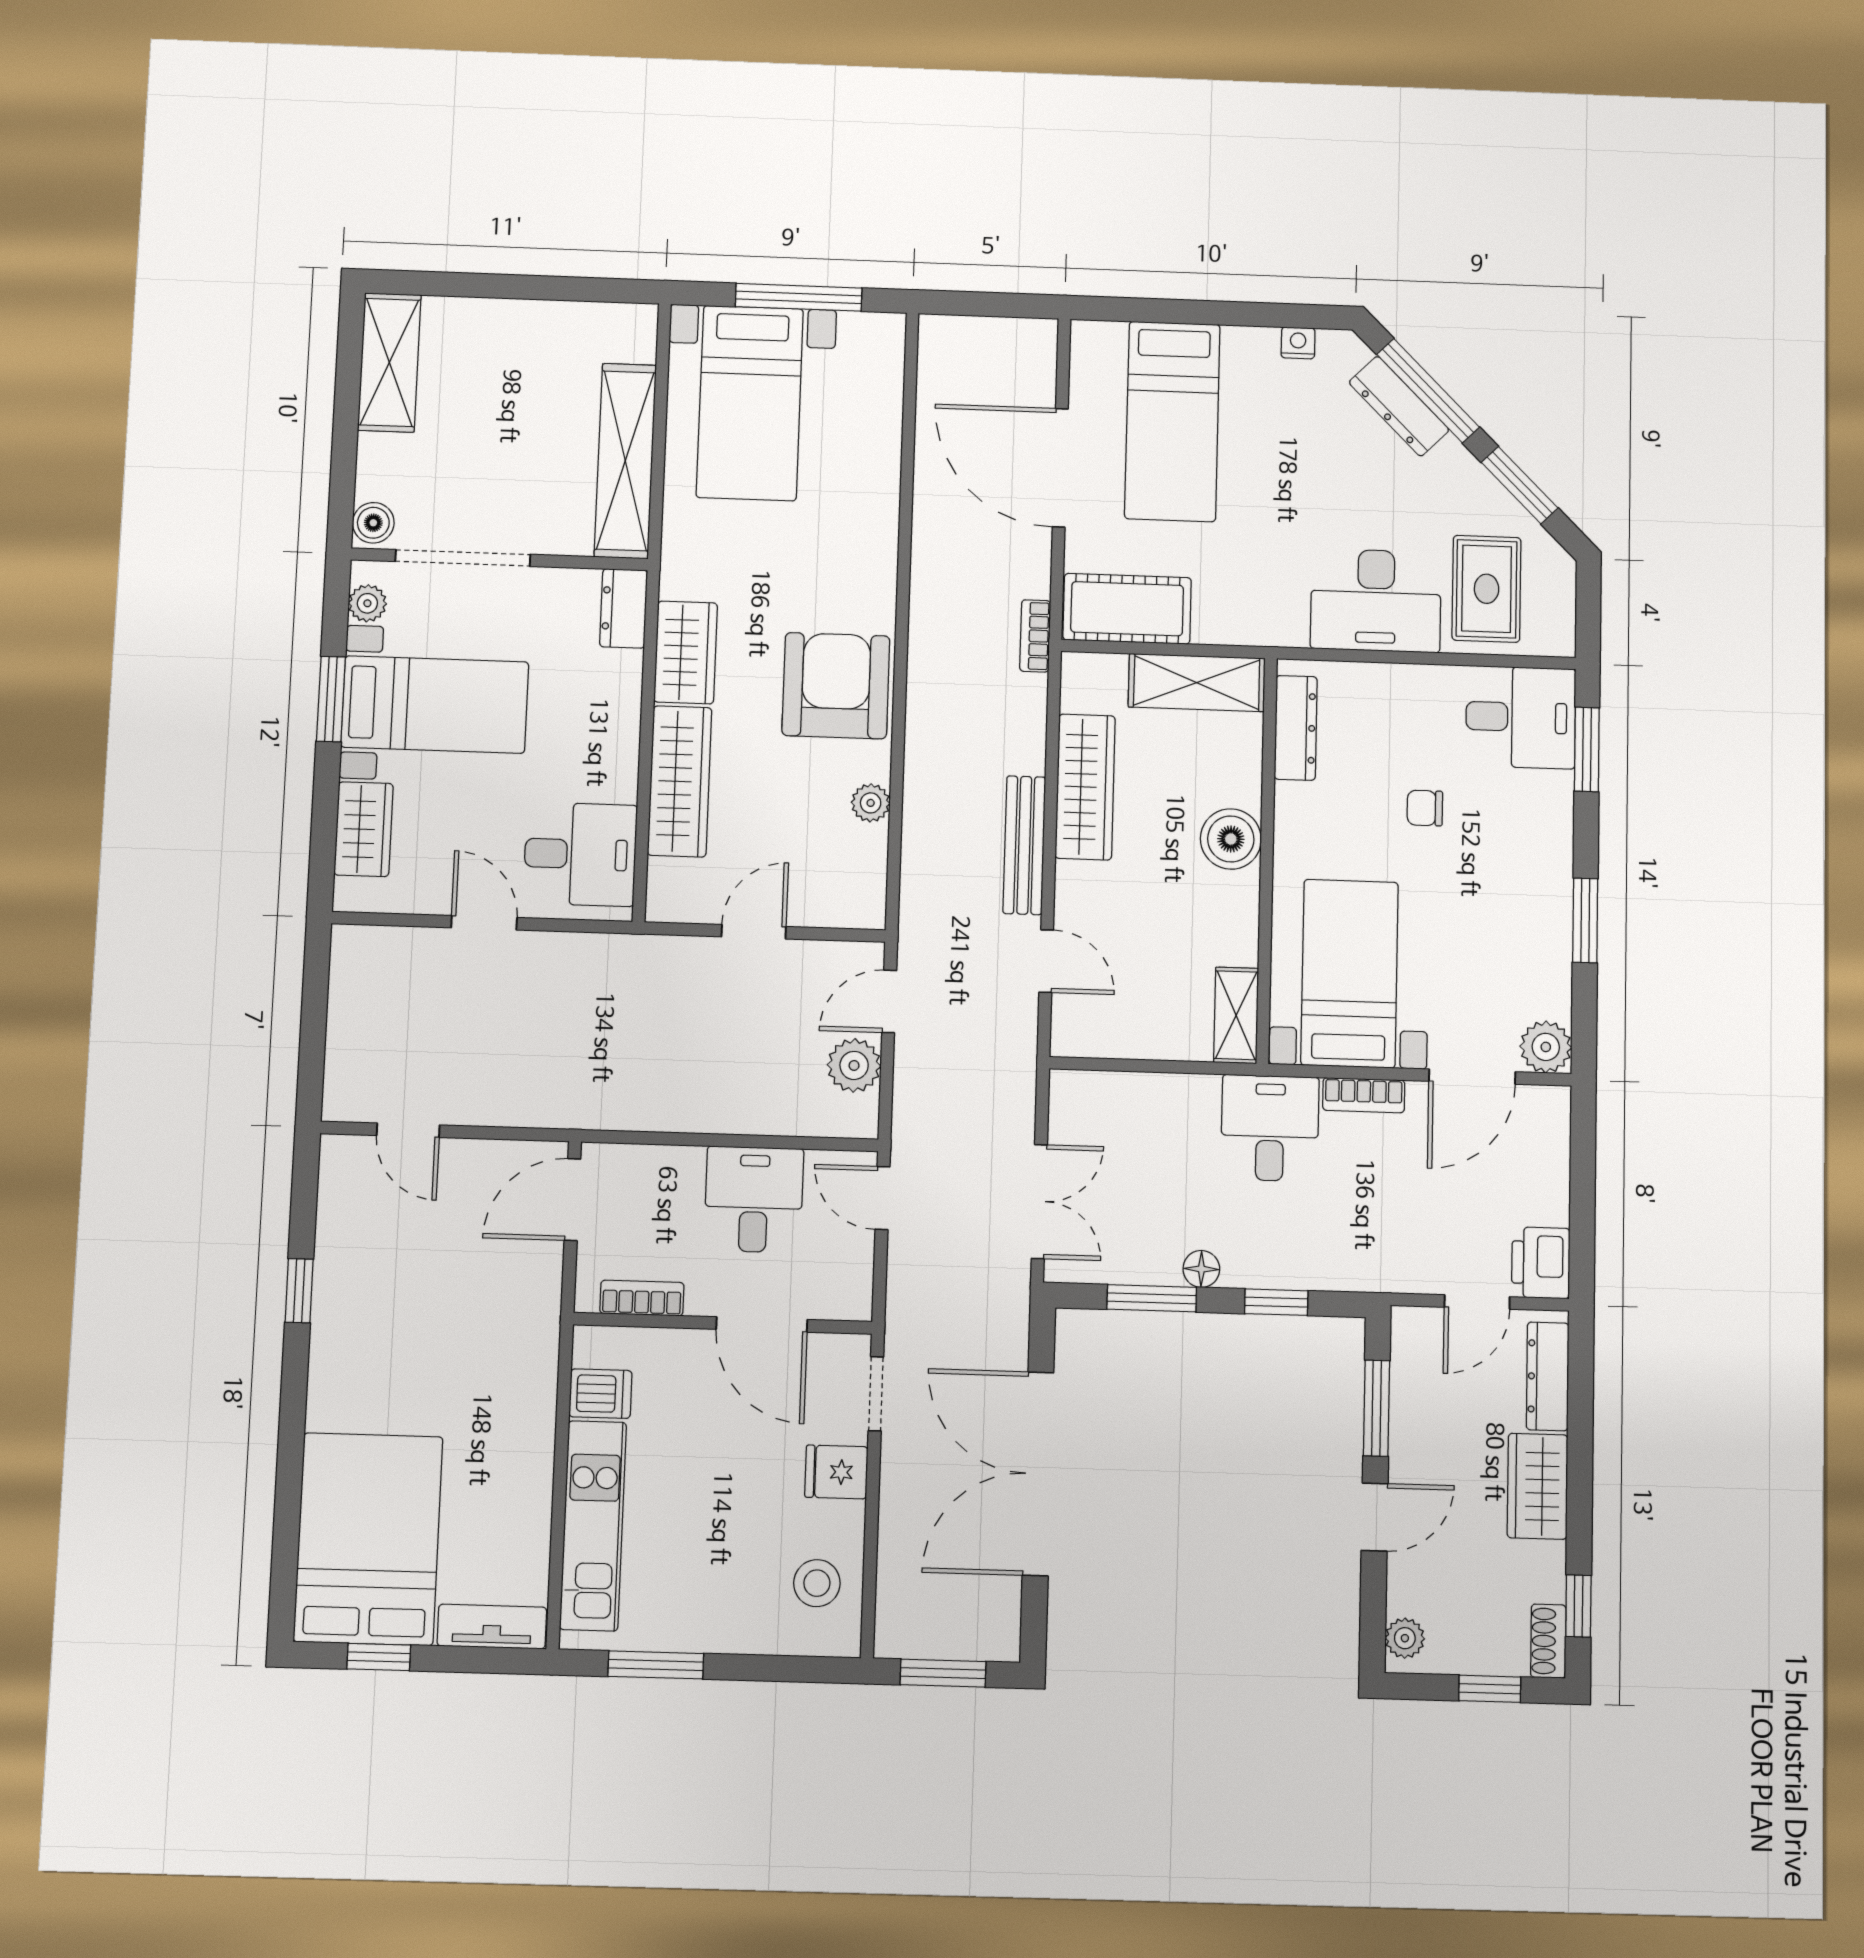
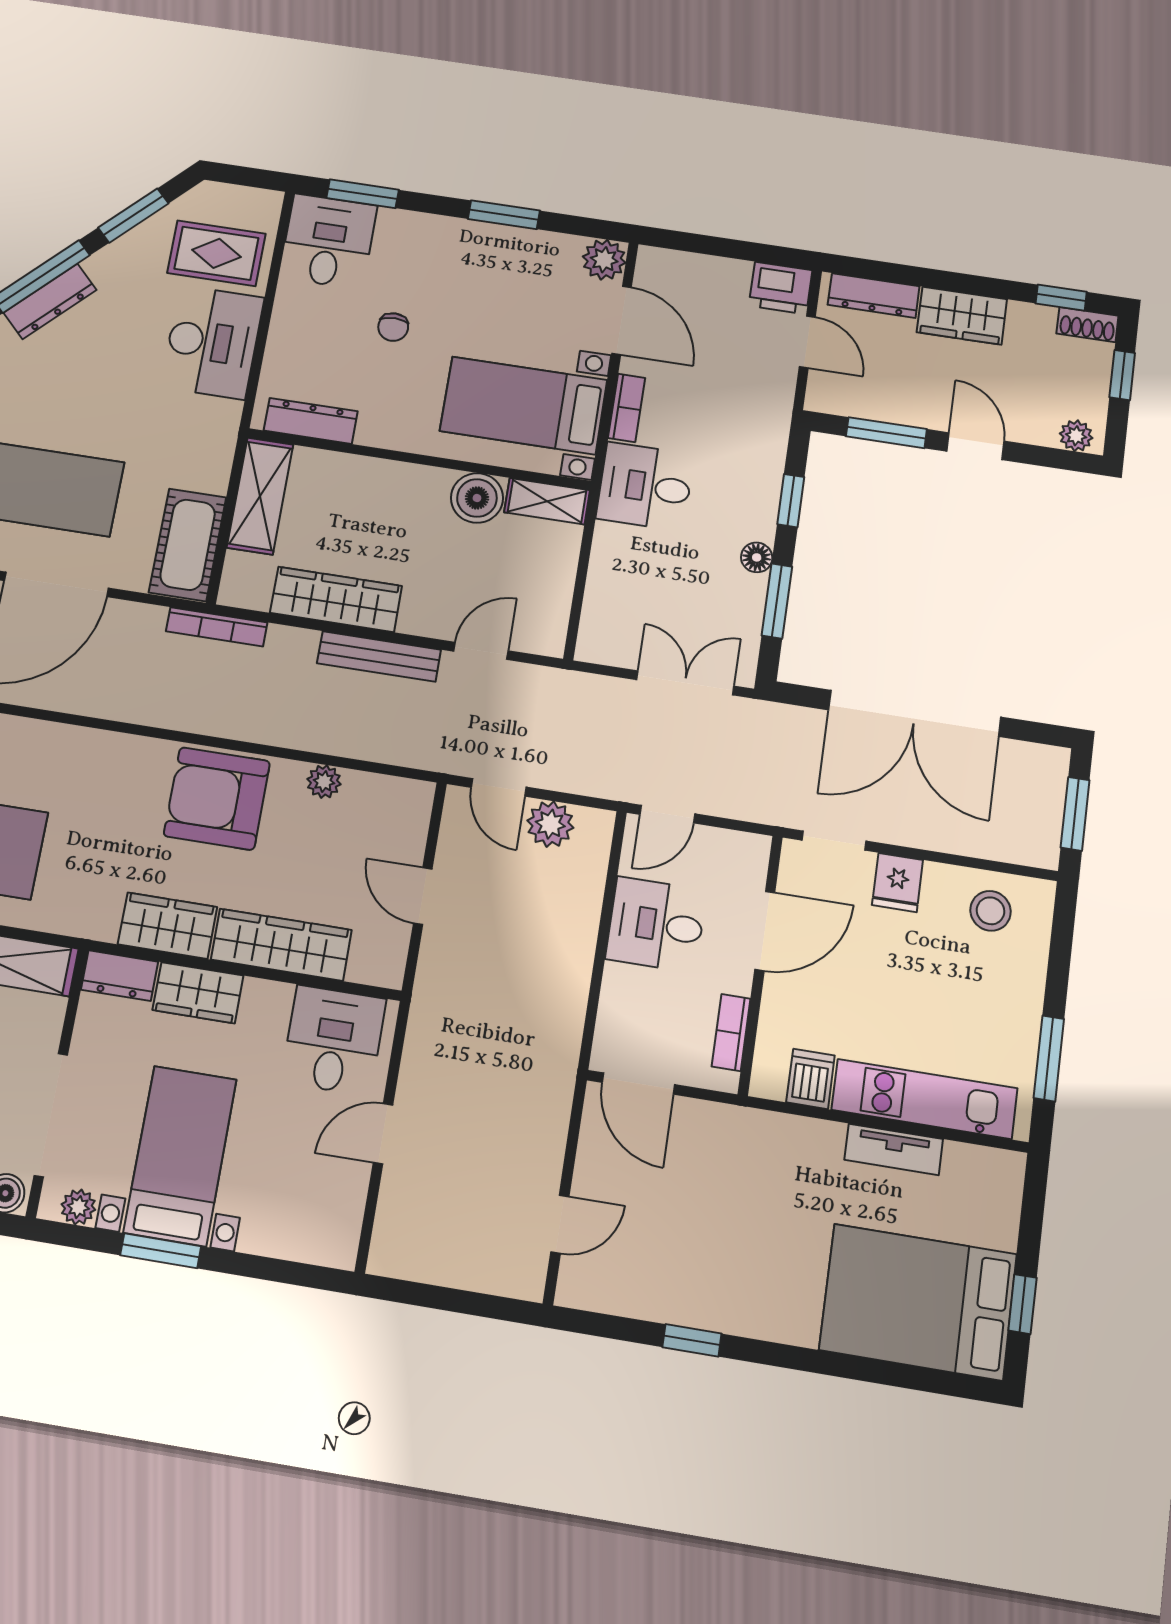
bookcase: (1035, 636) -> (217, 627), width x1.56
wardrobe: (364, 829) -> (198, 993), moved, turned 180
boiler: (1231, 839) -> (477, 498), moved
tv unit: (492, 1627) -> (894, 1149), moved, turned -90

